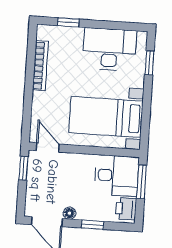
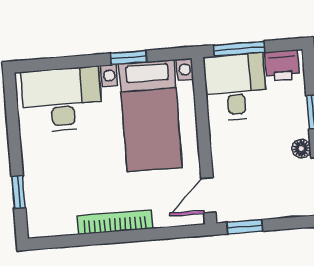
desk: (109, 49) -> (62, 99), moved, turned 90
window: (149, 63) -> (129, 58), moved
bookcase: (40, 66) -> (115, 222), moved

